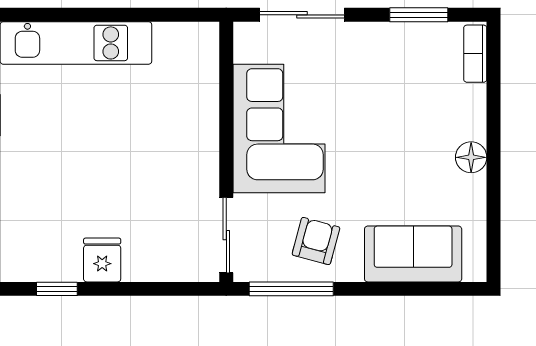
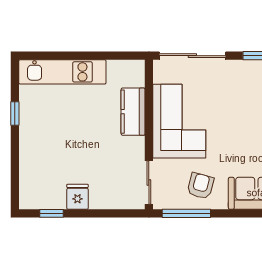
sliding door: (302, 15) -> (192, 56), width x1.37
kitchen counter: (199, 112) -> (133, 112), added

